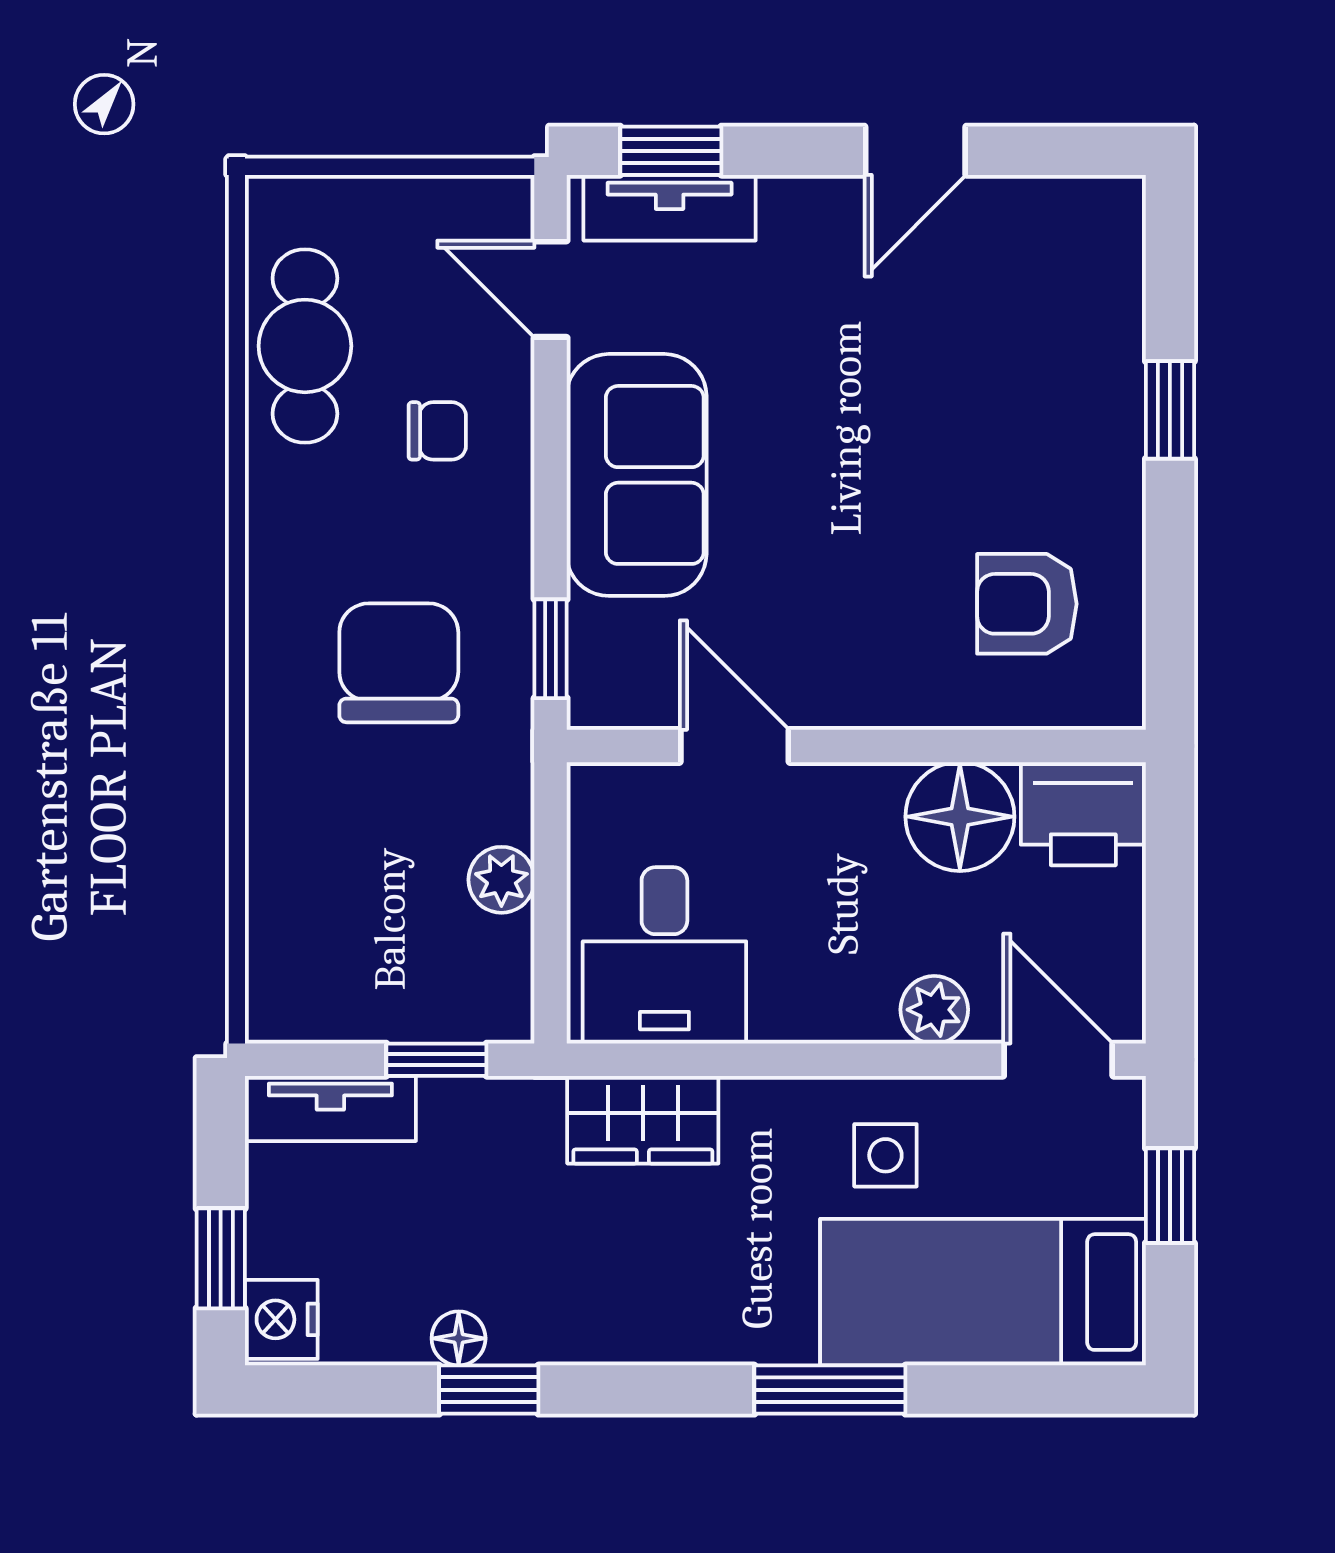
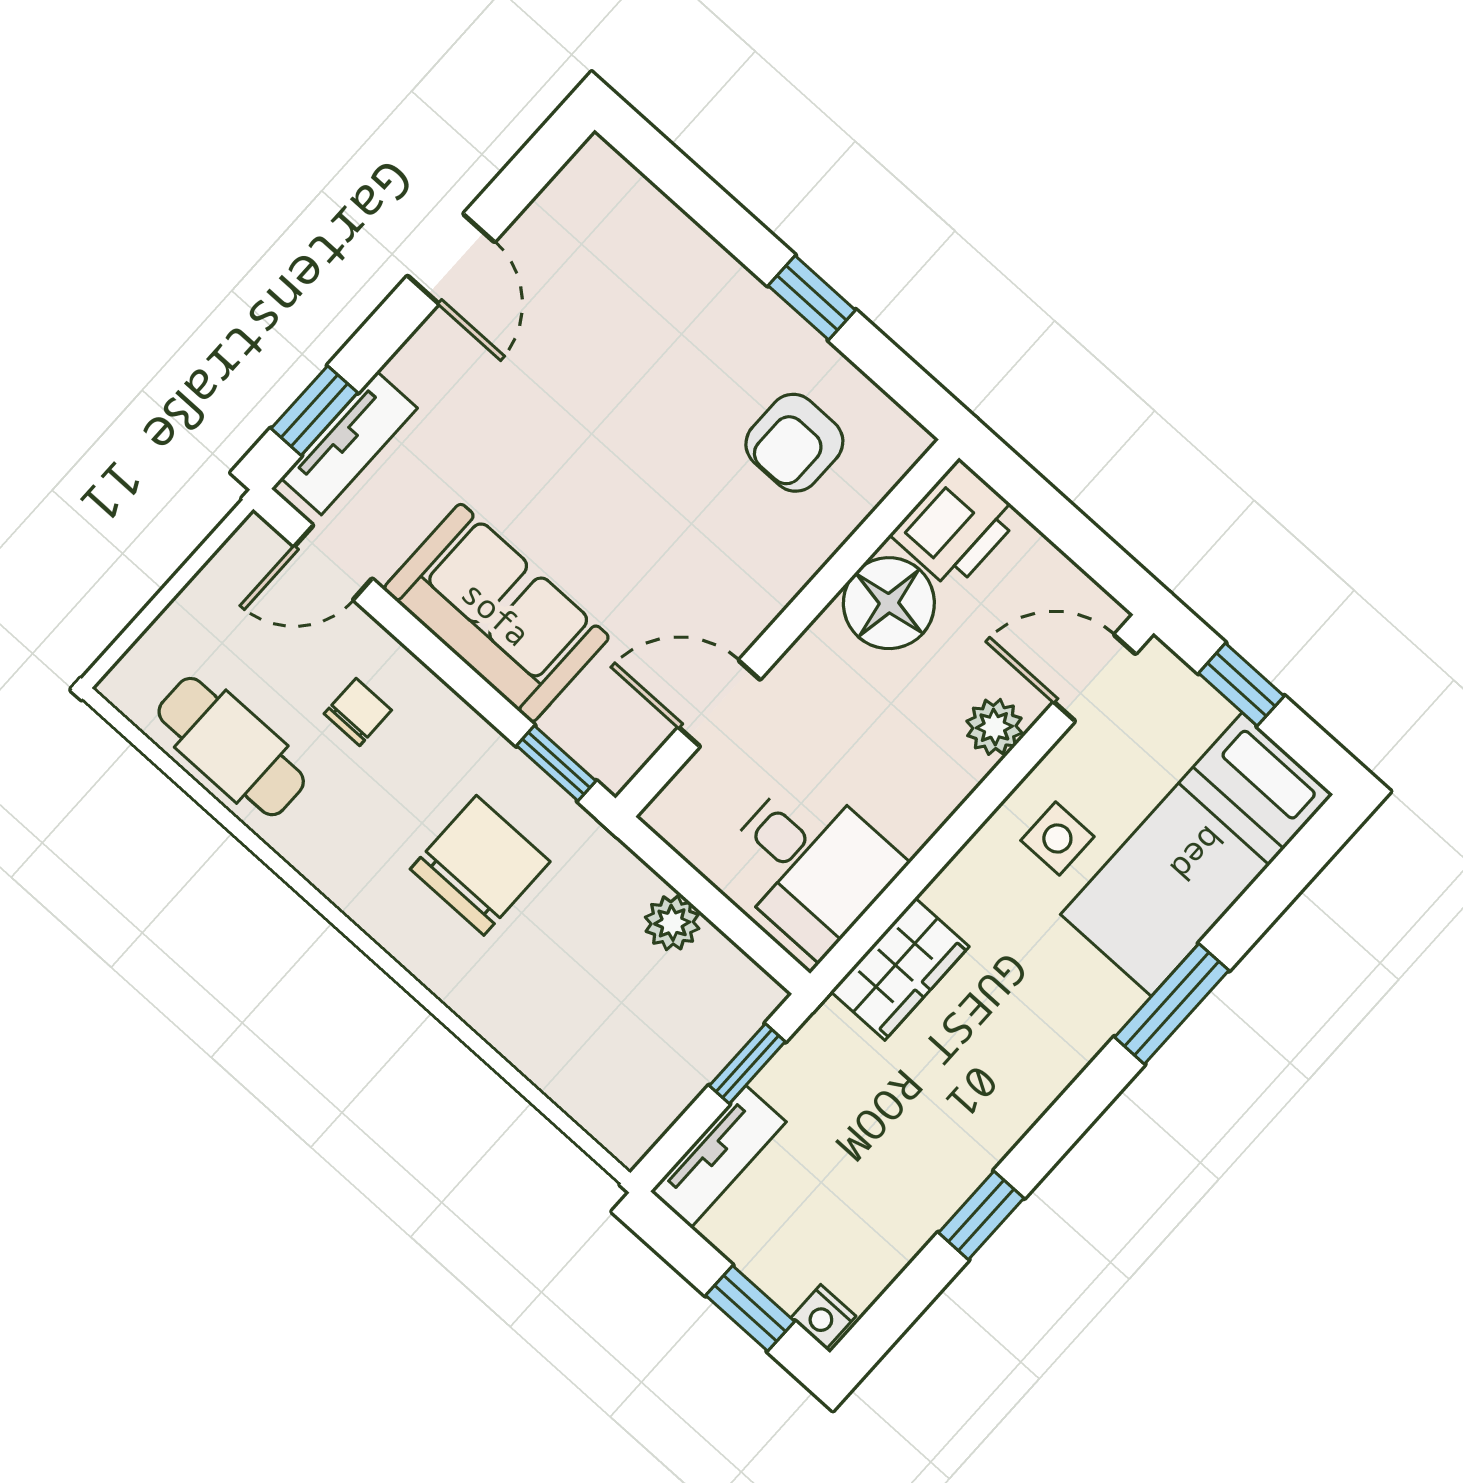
window: (1170, 410) -> (812, 298), moved
chair: (399, 663) -> (480, 865), turned 90
nightstand: (281, 1319) -> (823, 1317), width x0.72, depth x0.74
floor lamp: (459, 1338) -> (933, 1206), removed

